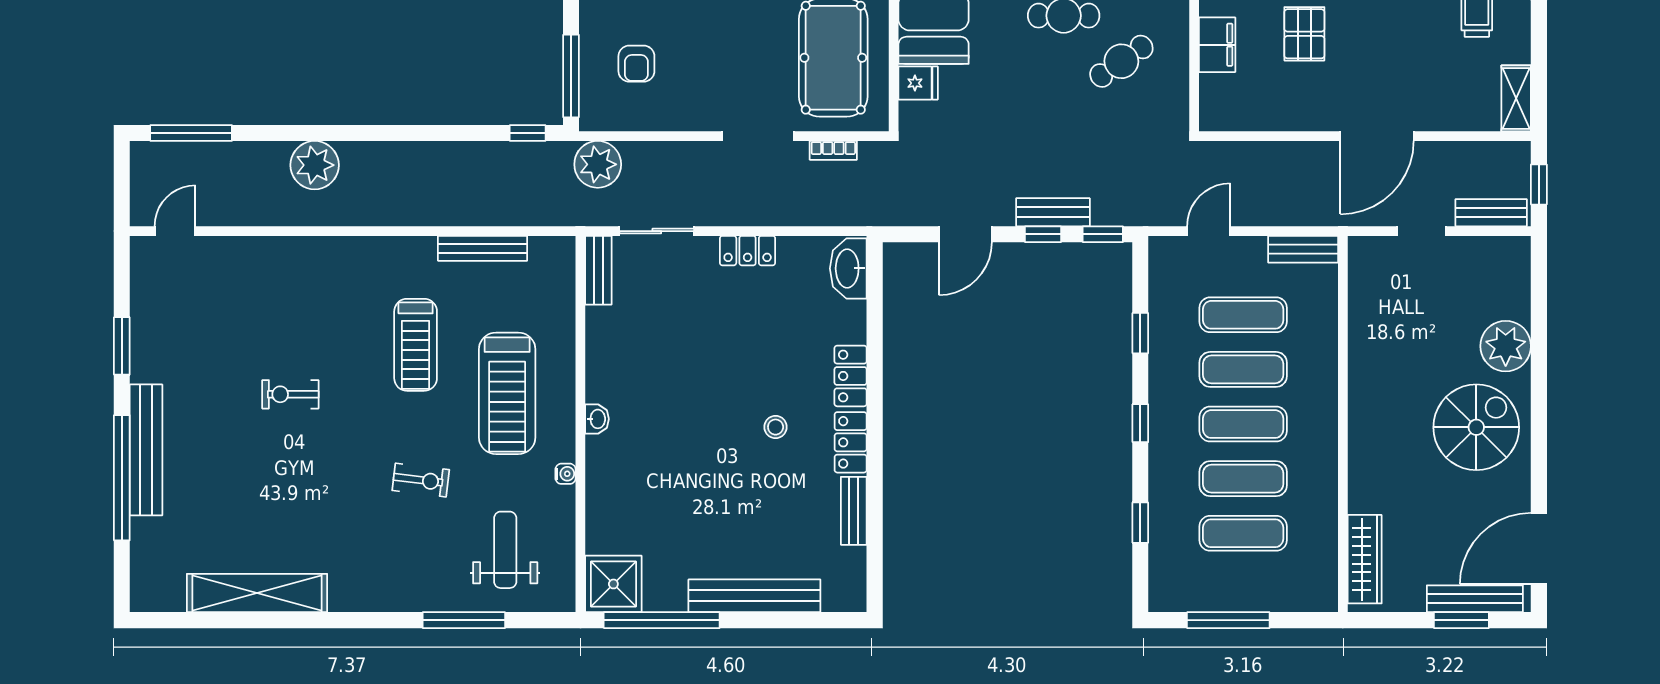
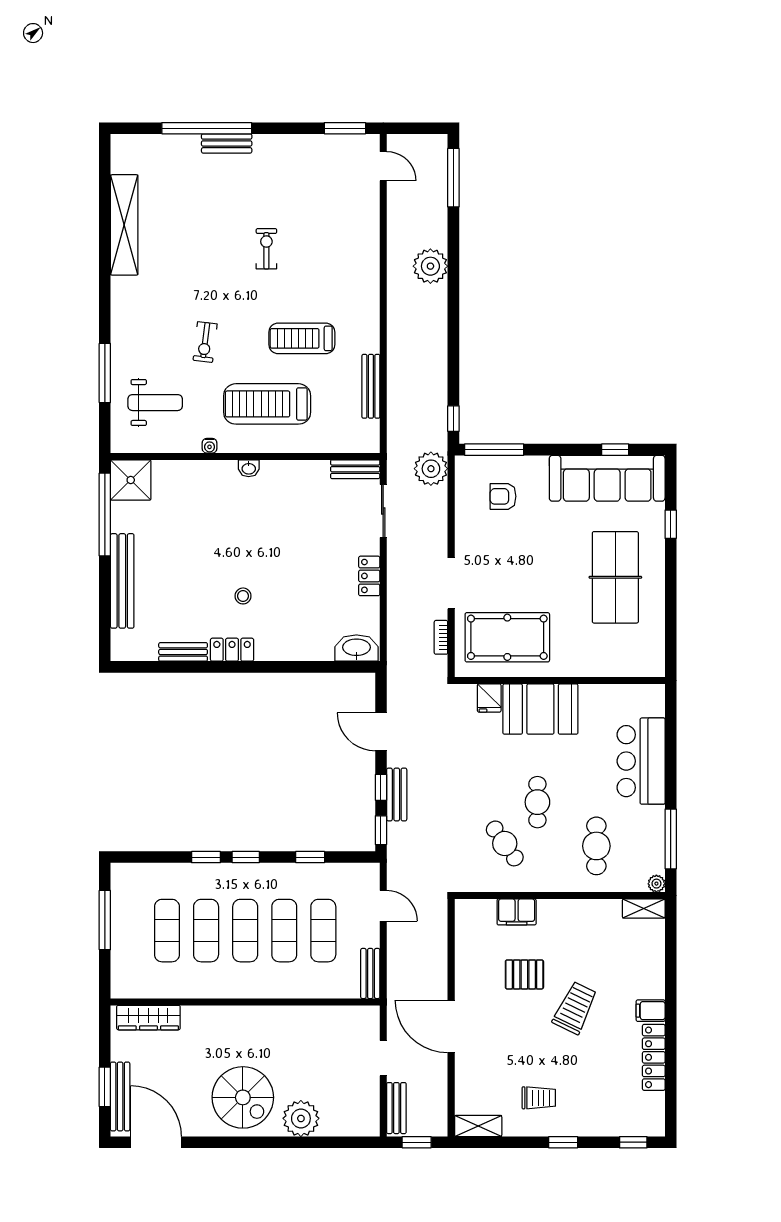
window: (122, 346) -> (345, 128), moved
locker: (851, 376) -> (280, 650), removed
bench: (146, 450) -> (227, 143), width x0.54, depth x0.82
window: (1140, 523) -> (206, 857), moved

